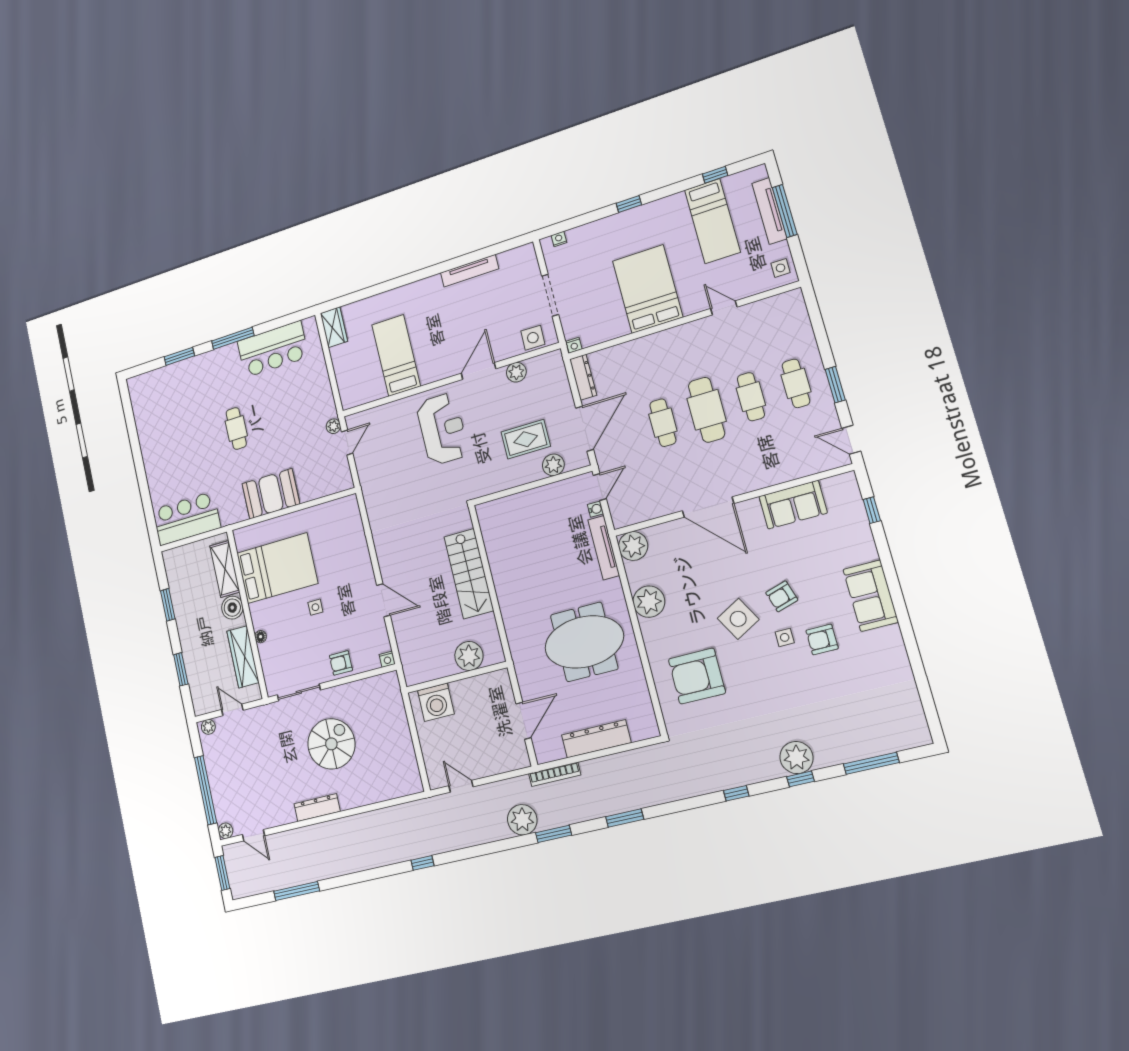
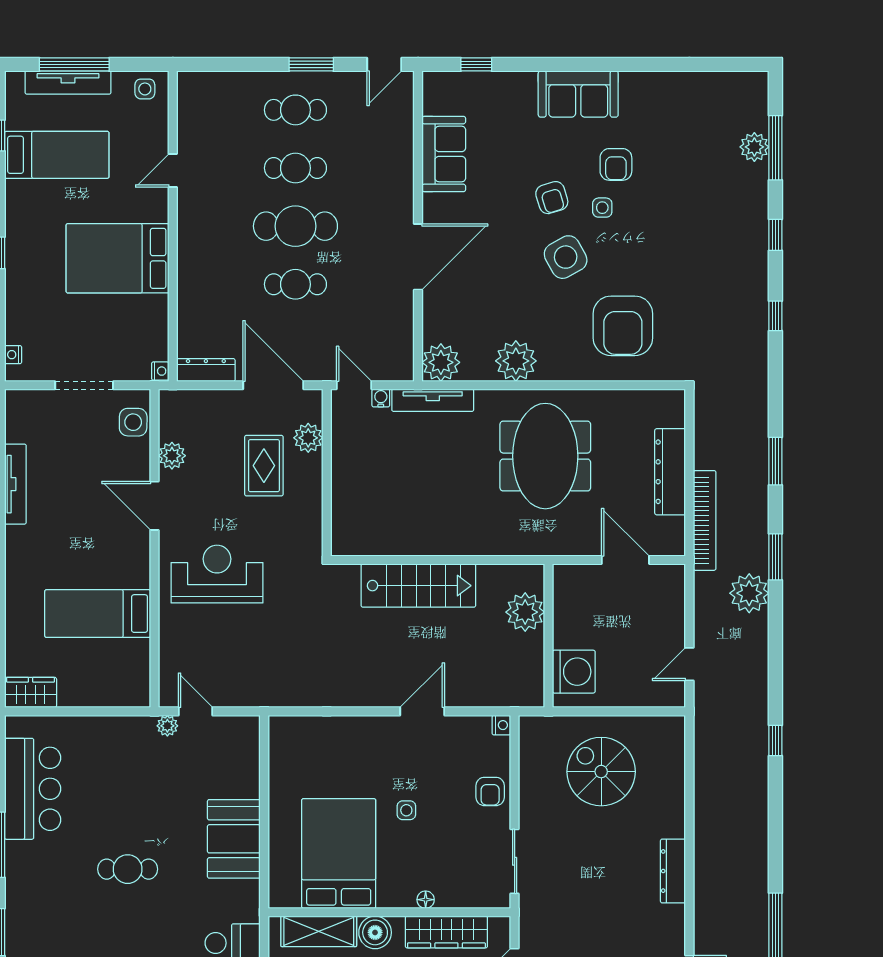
spiral stairs: (331, 744) -> (601, 772), moved
plant: (796, 758) -> (754, 147), moved, width x0.73, depth x0.73
bookcase: (555, 774) -> (705, 520), width x1.48, depth x1.31

